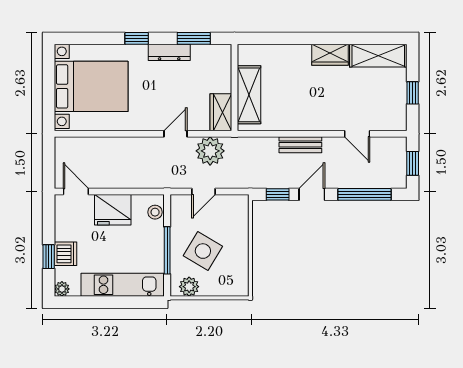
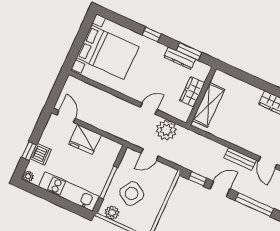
dresser: (169, 52) -> (180, 58), moved
wardrobe: (221, 112) -> (192, 92), moved
bench: (300, 145) -> (240, 159), moved
stool: (155, 212) -> (112, 154), removed

